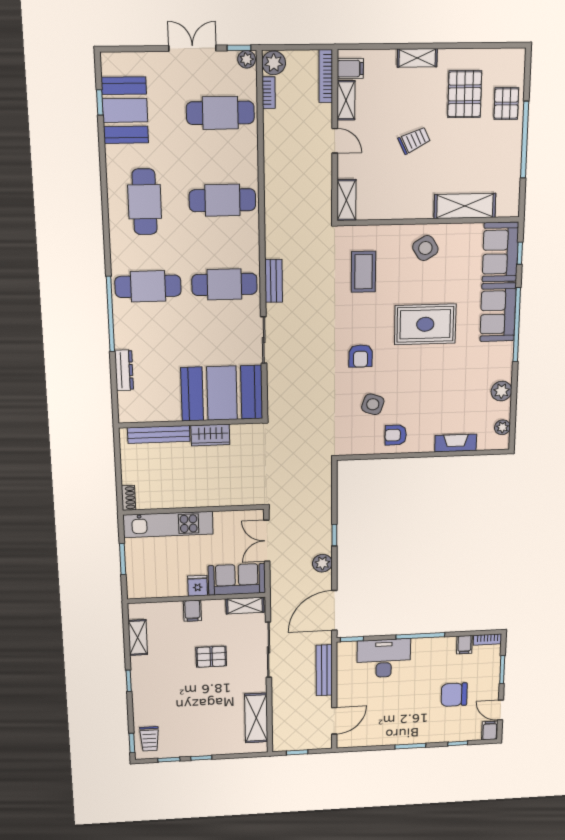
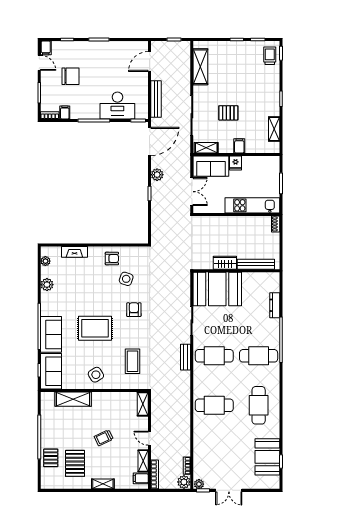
cafe table: (220, 113) -> (214, 455), removed

